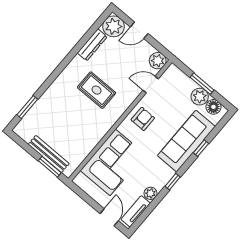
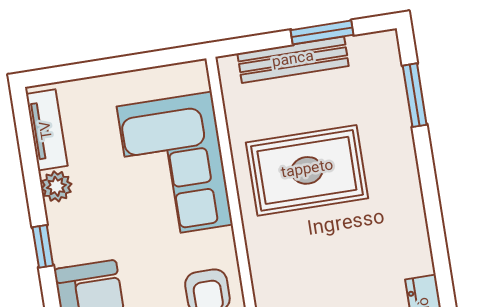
rug: (97, 90) -> (307, 170), moved, width x1.36, depth x1.43
window: (50, 167) -> (322, 32), moved
door: (109, 217) -> (78, 71), removed

